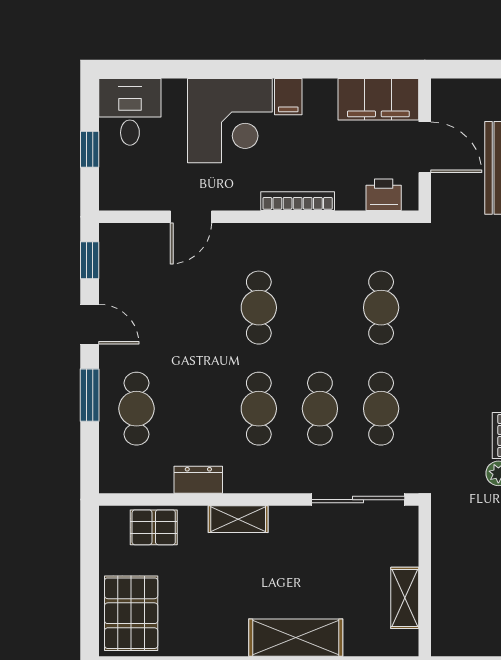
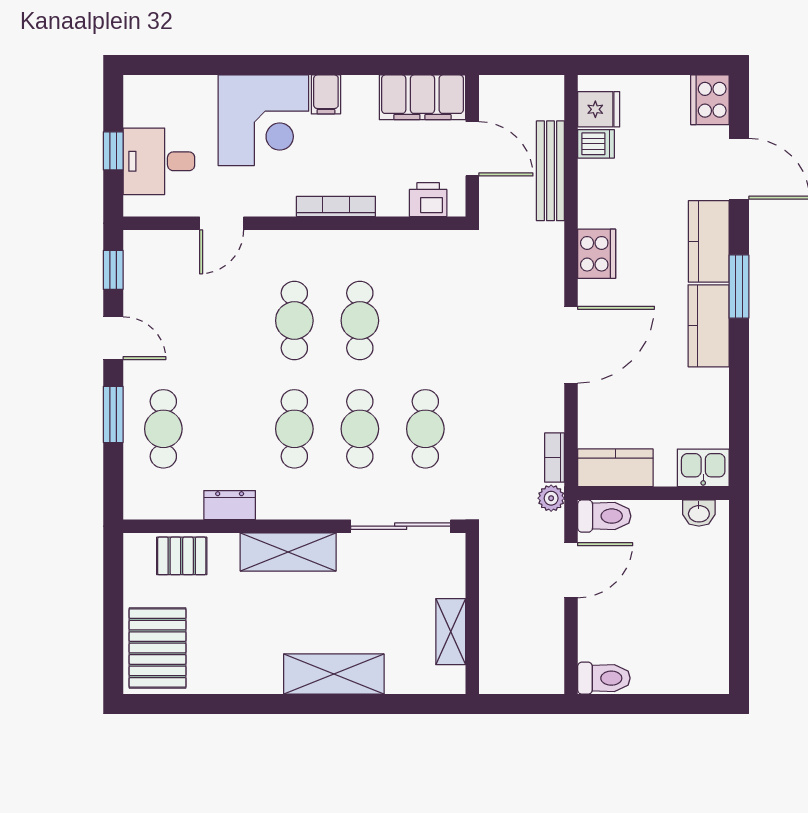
desk: (130, 112) -> (159, 161), moved, turned -90
cafe table: (381, 308) -> (360, 321), moved
shelving: (238, 519) -> (288, 552), width x1.50, depth x1.33

